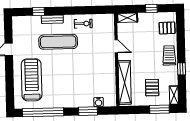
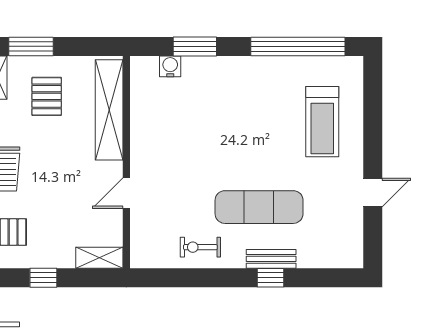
window: (39, 11) -> (270, 278), moved
door: (116, 46) -> (126, 193), hinge flipped
treadmill: (32, 80) -> (322, 122), width x0.73, depth x0.73

